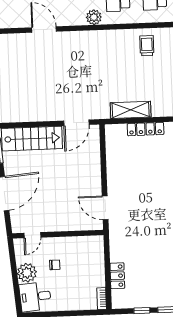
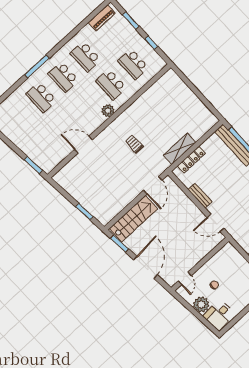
trolley: (147, 46) -> (134, 144), moved
locker: (146, 129) -> (191, 160), moved
bench: (112, 170) -> (200, 196), added

